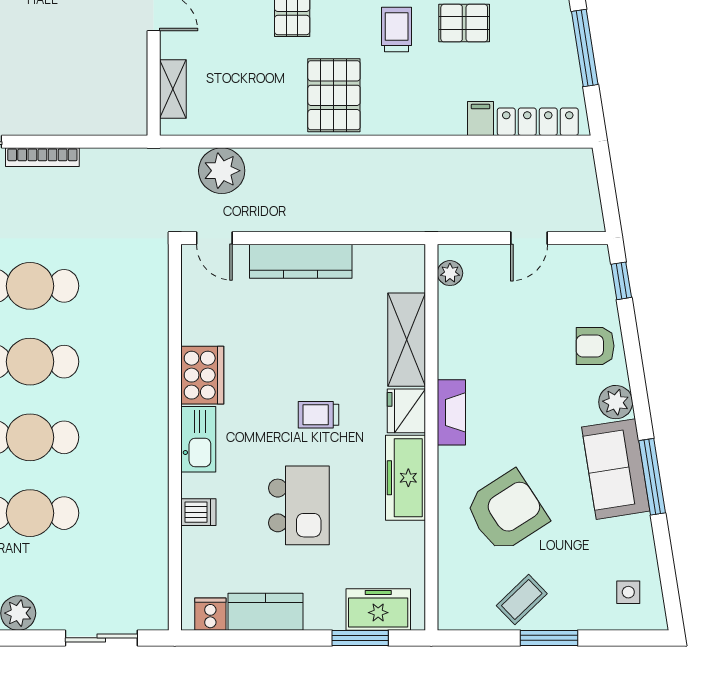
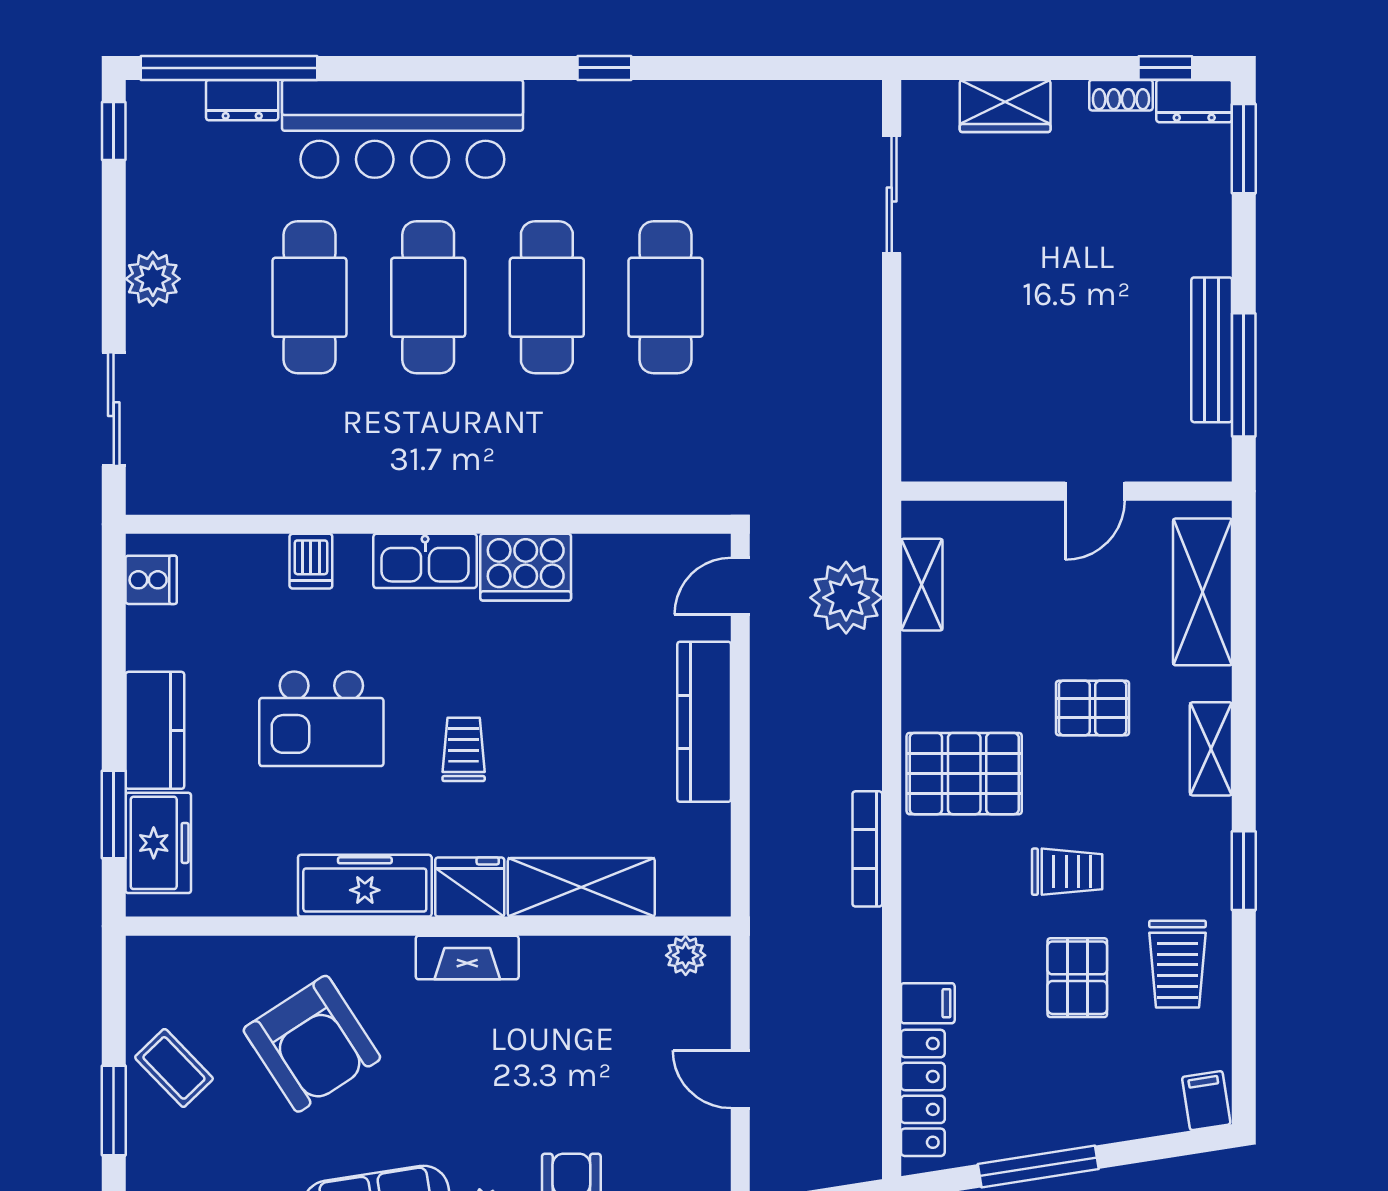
shelving: (173, 89) -> (922, 585), moved, turned 90
bookcase: (42, 157) -> (867, 849), moved
kitchen counter: (266, 612) -> (155, 730), moved

